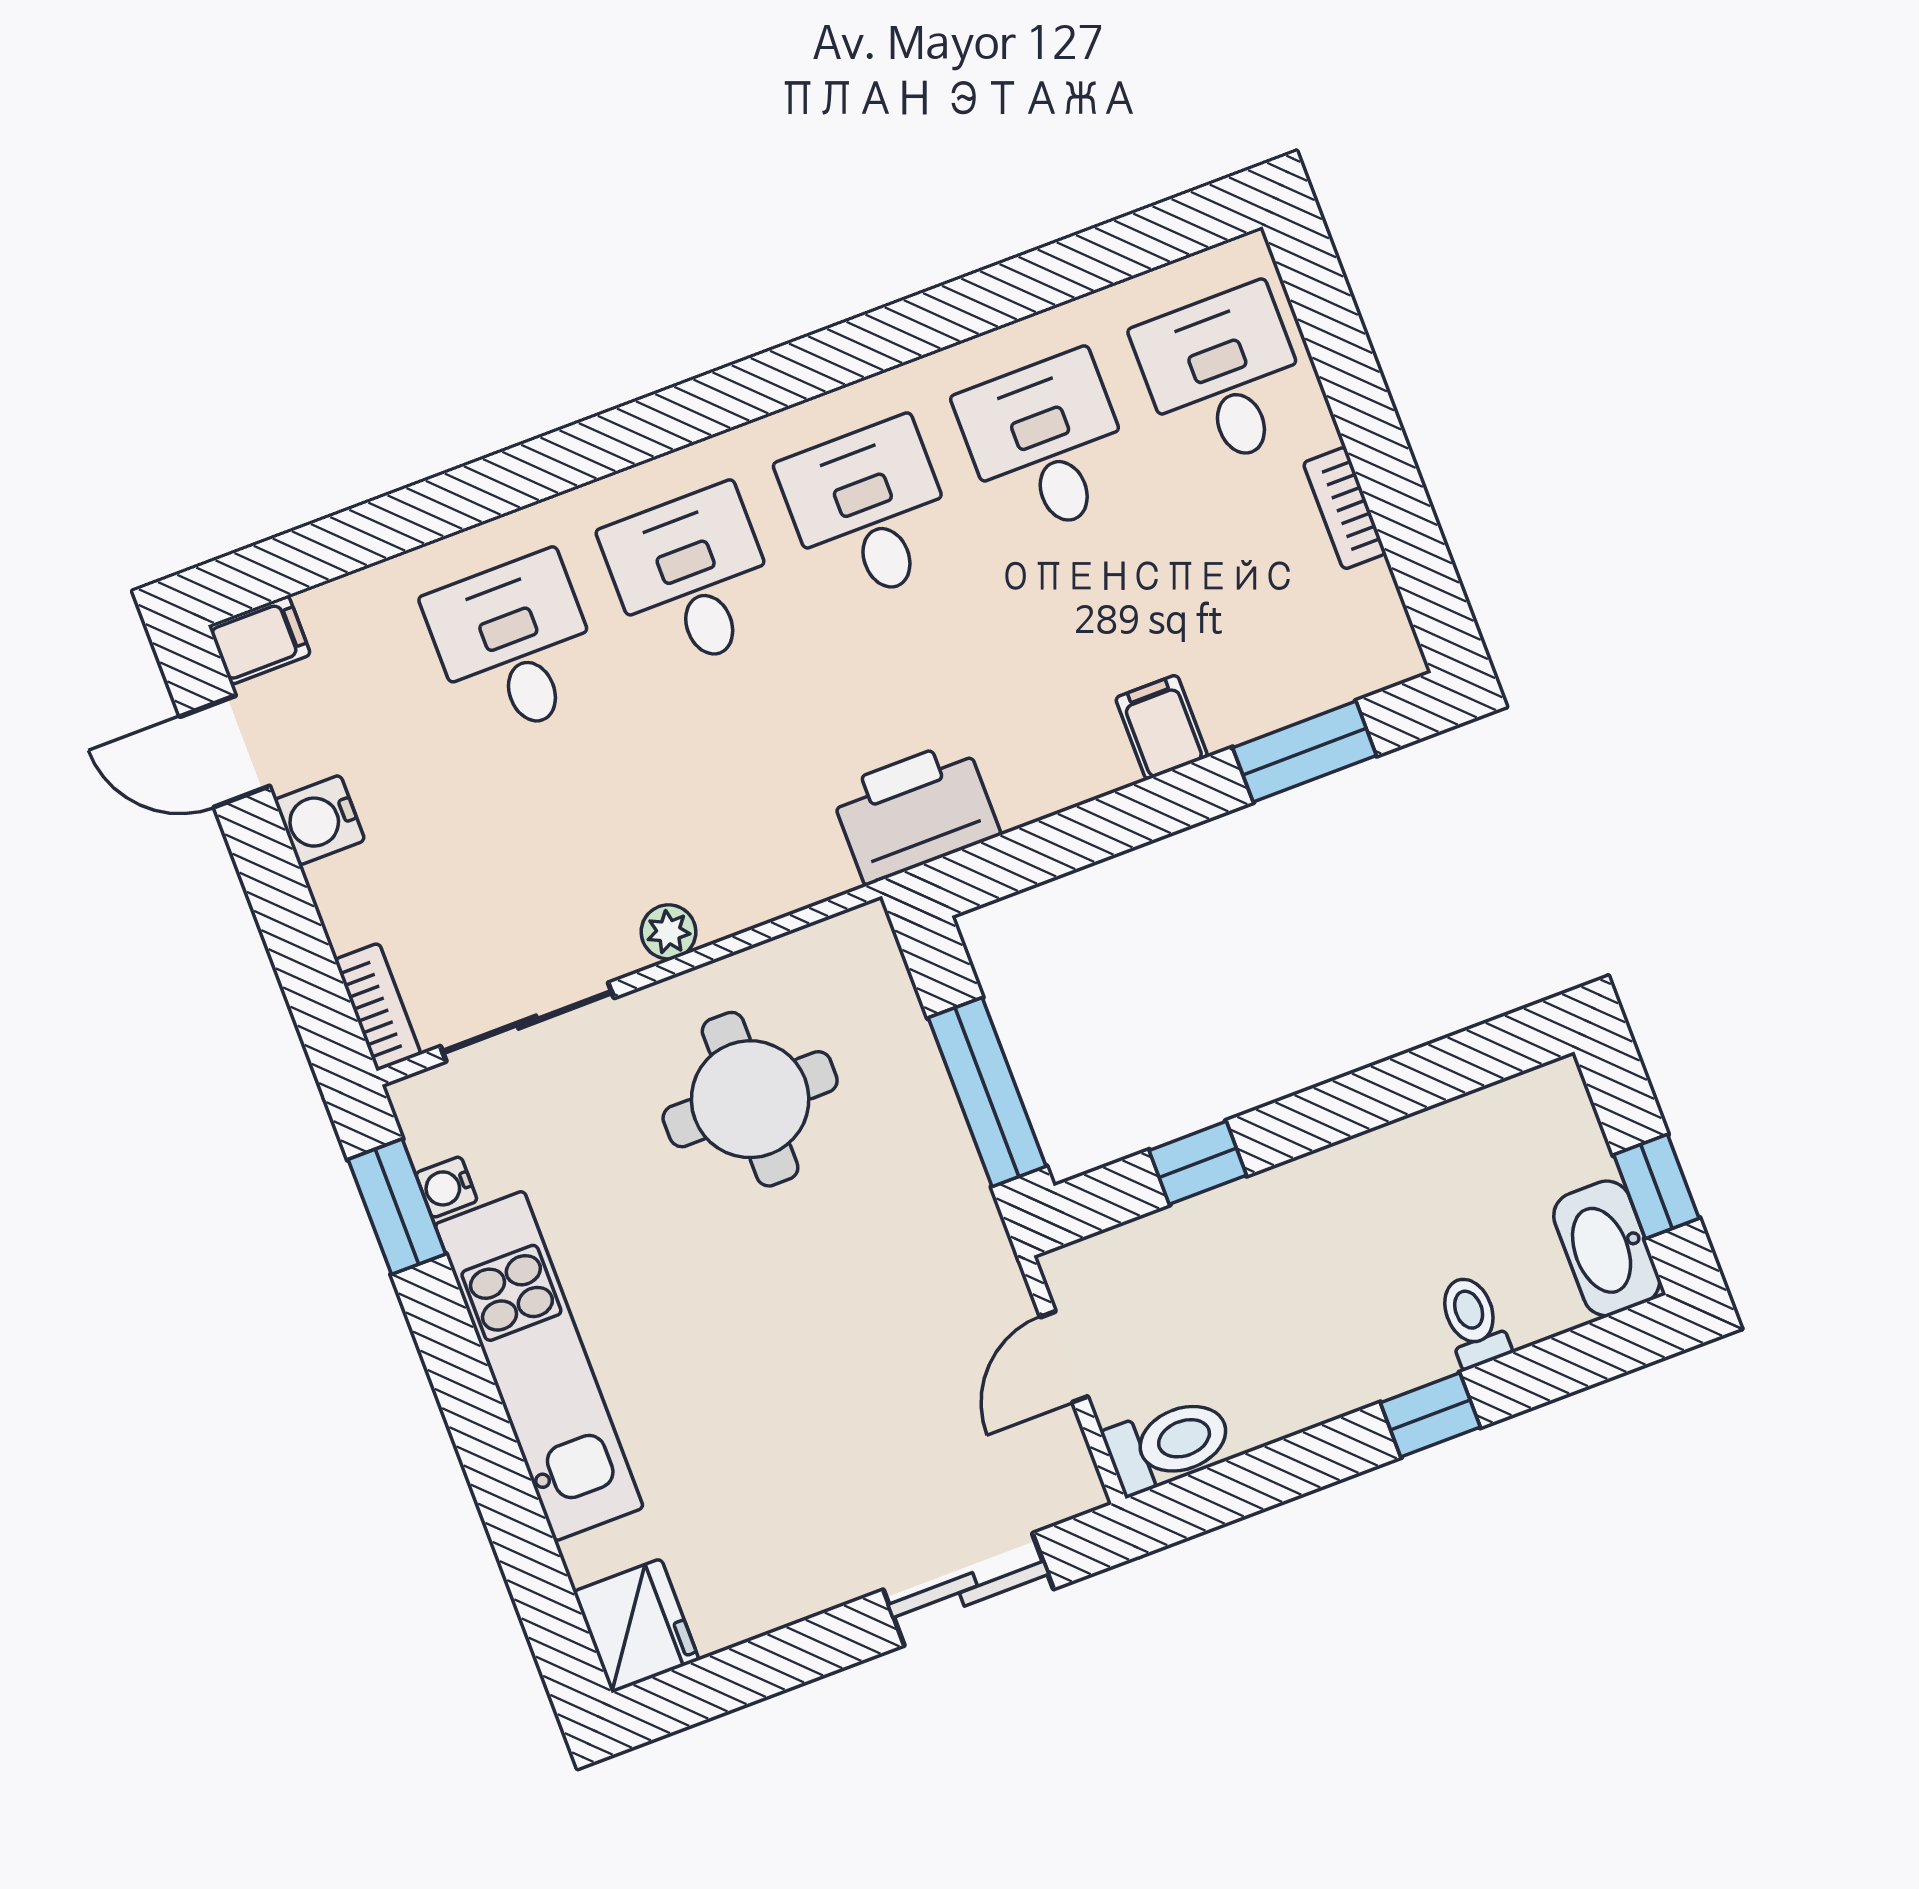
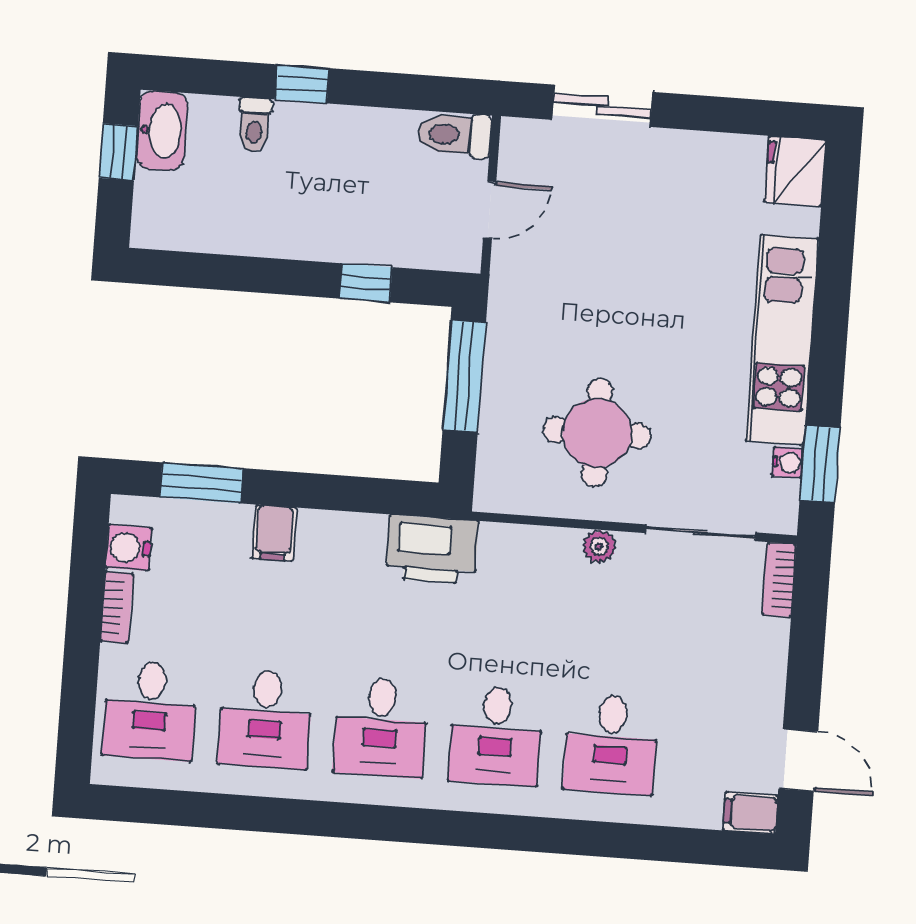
water cooler: (320, 820) -> (129, 548), moved, turned 180

